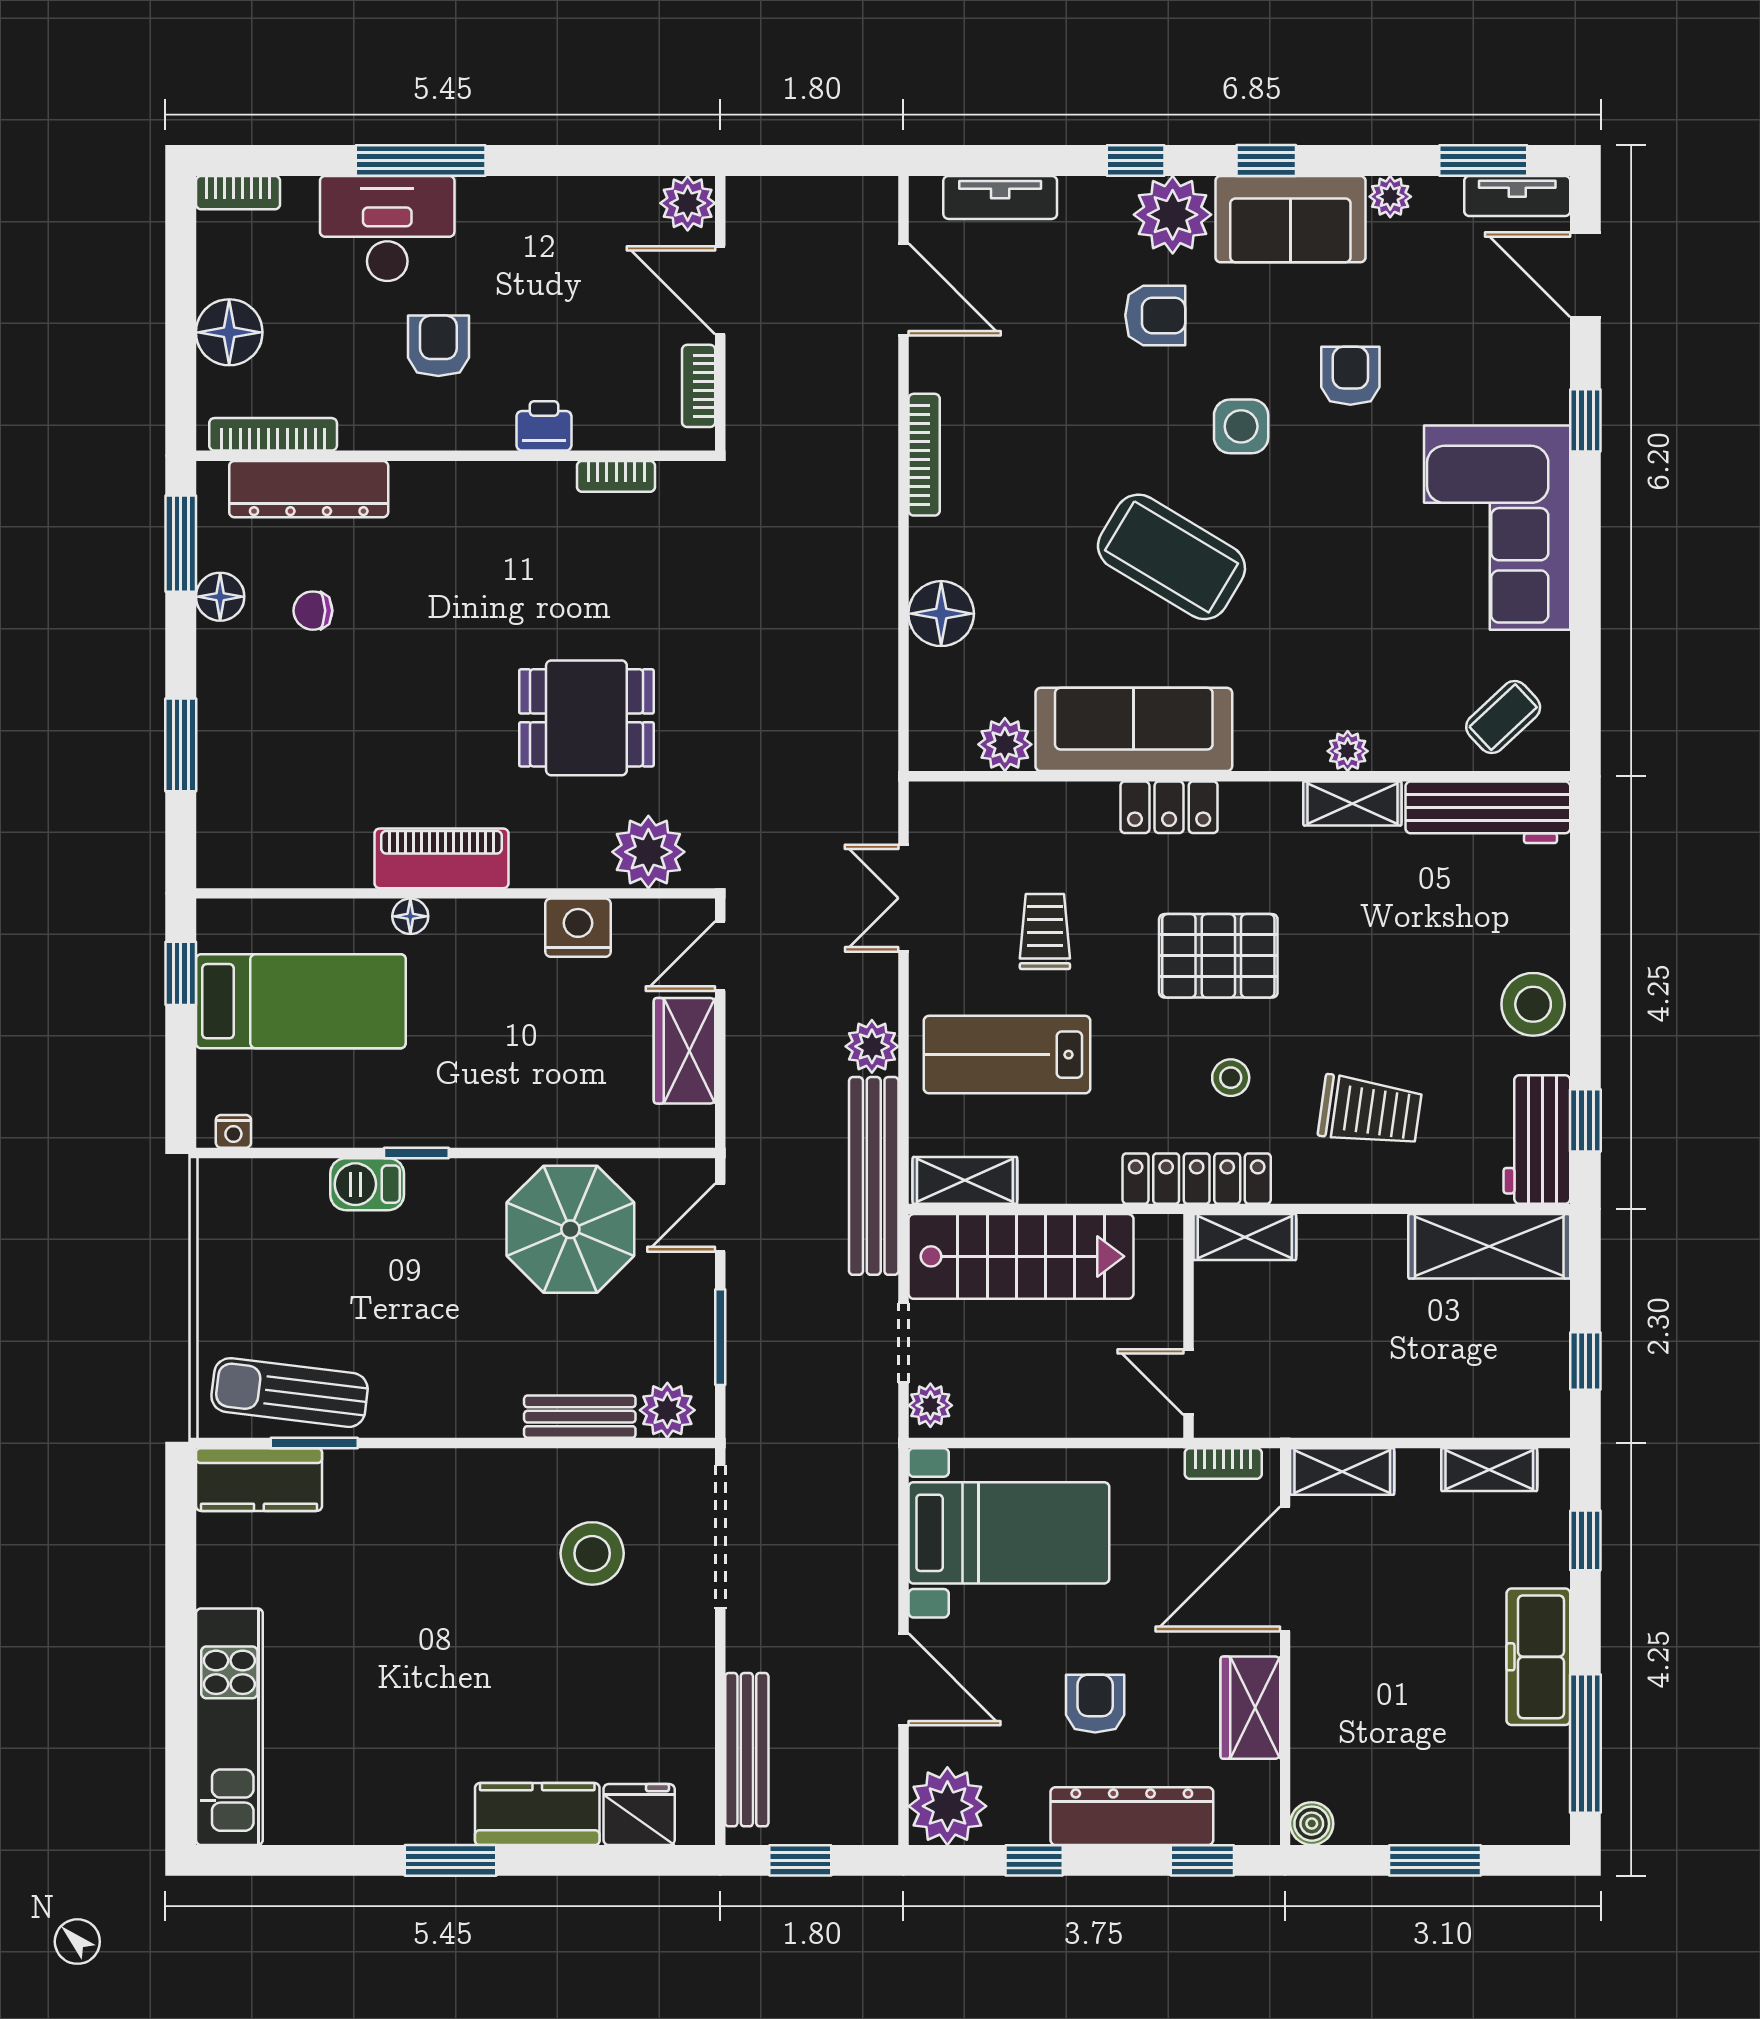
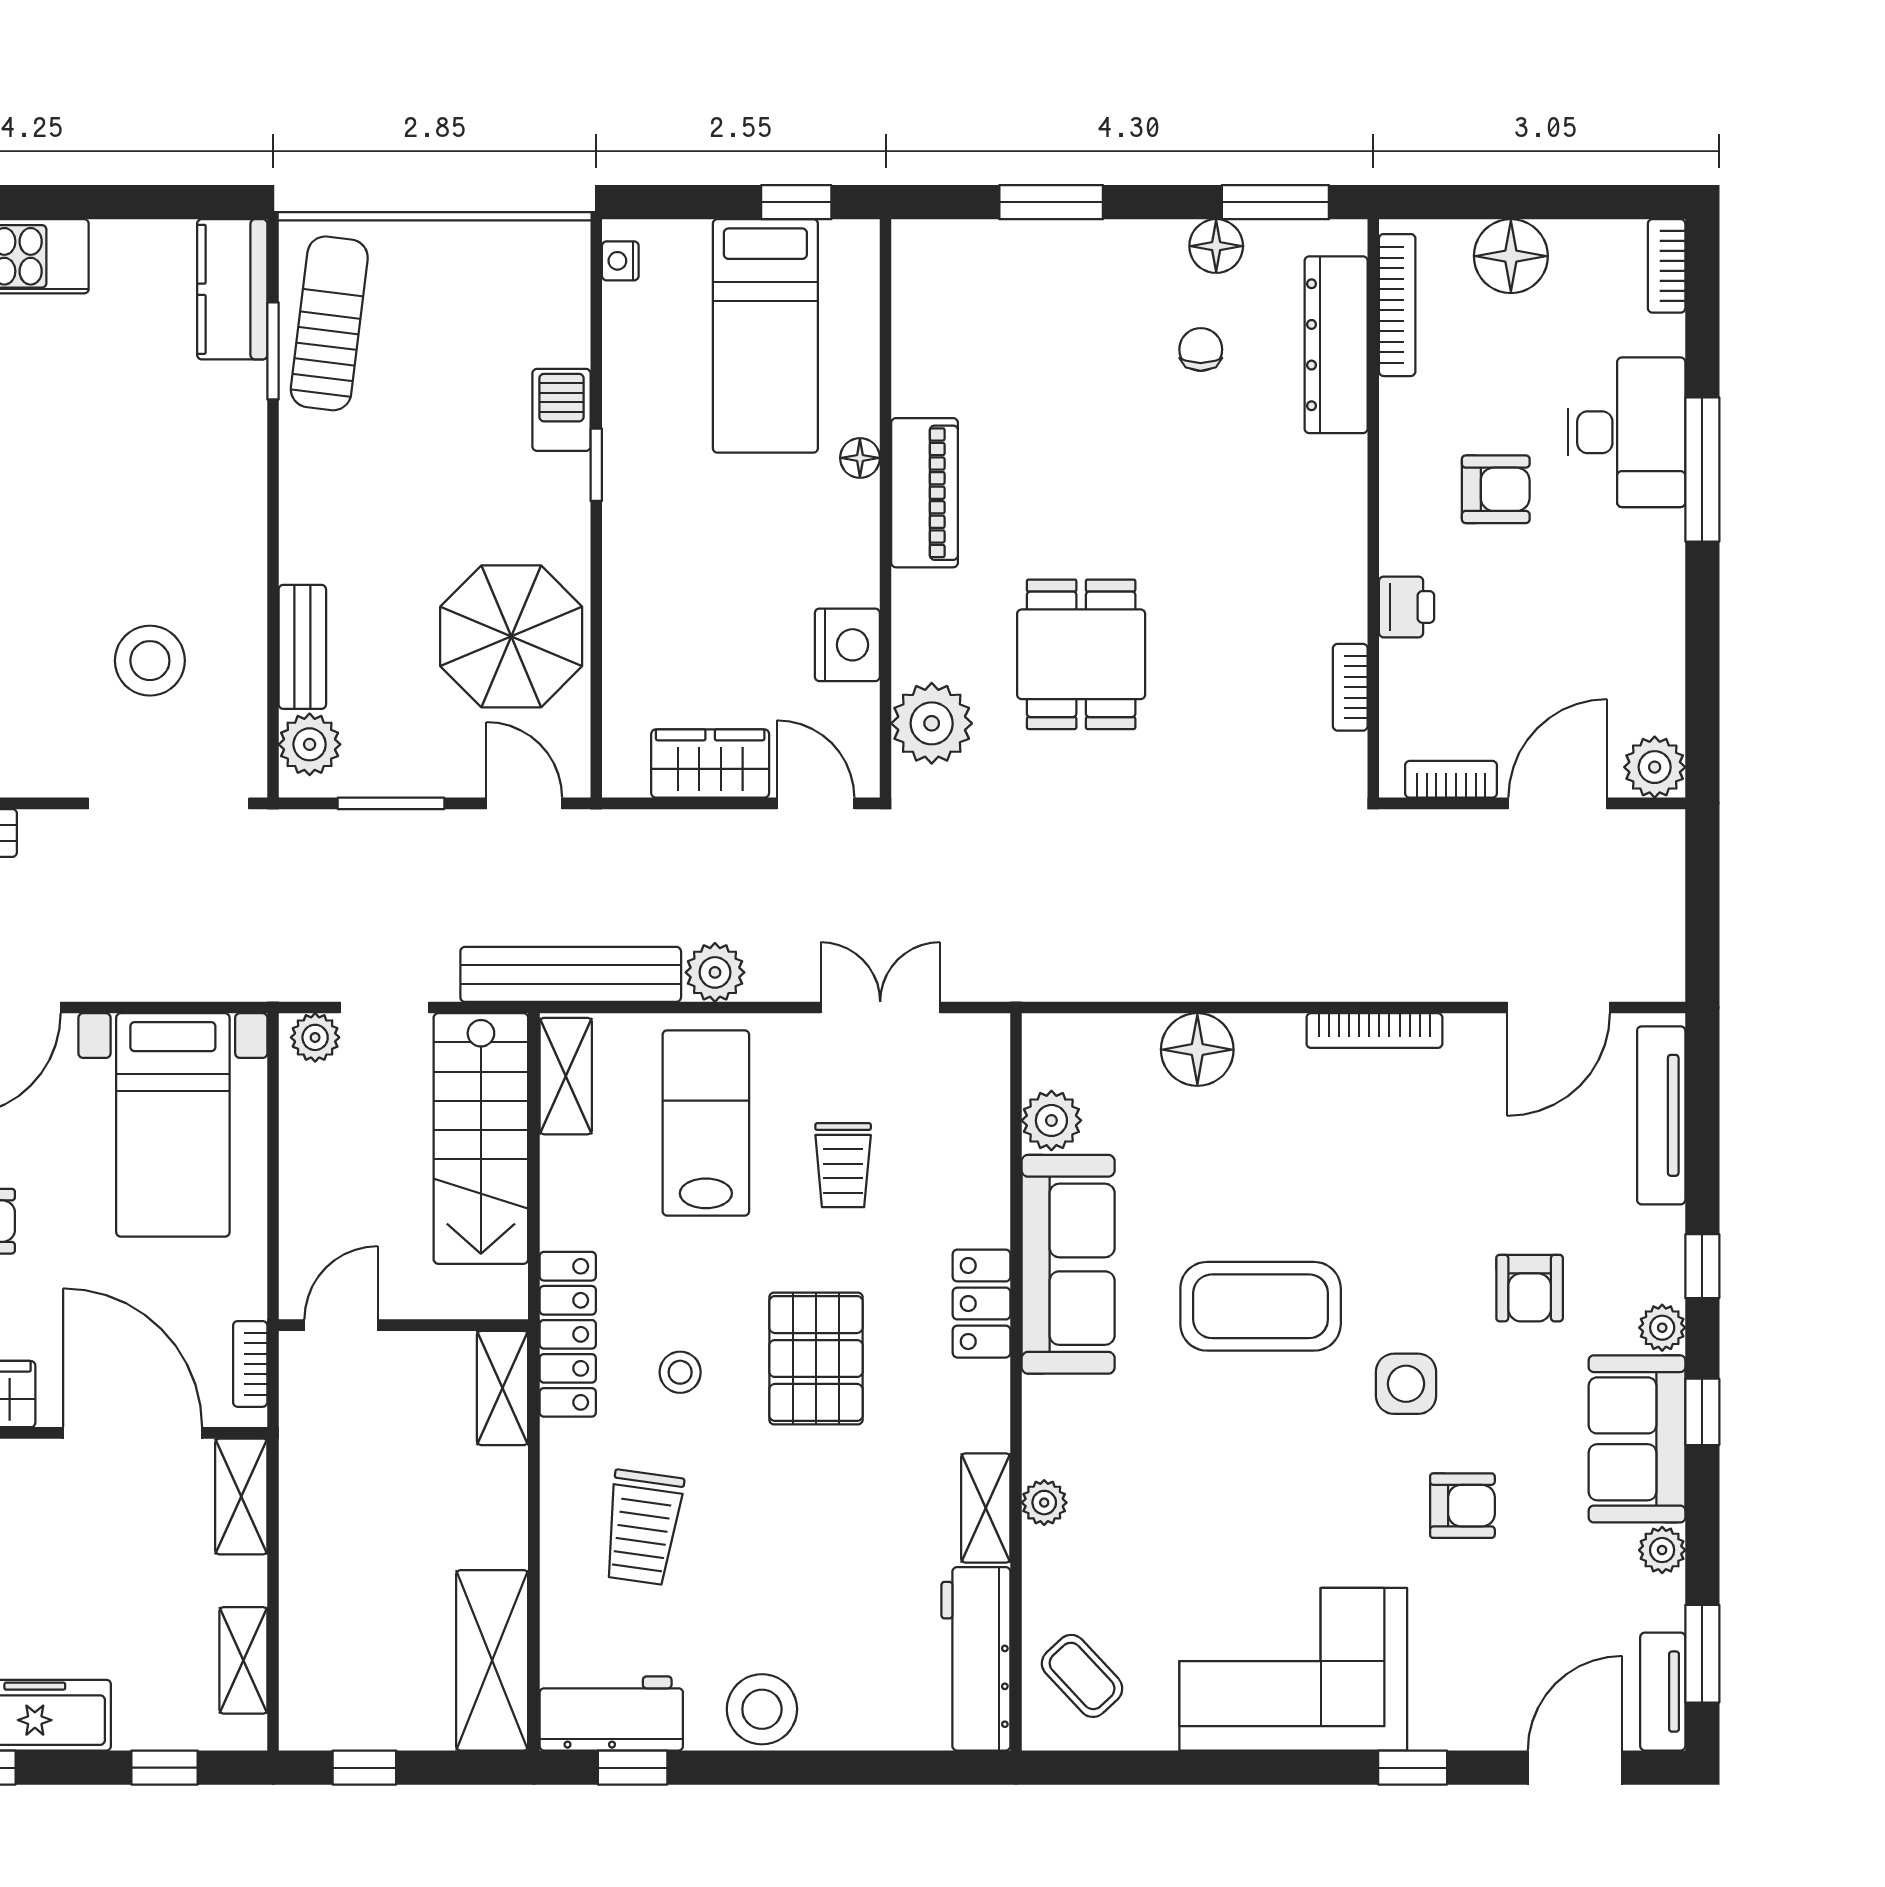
tv unit: (1000, 197) -> (1661, 1115), width x1.41
plant: (1173, 215) -> (1662, 1328), width x0.53, depth x0.53
coffee table: (1171, 557) -> (1261, 1306), turned 59
trolley: (1045, 931) -> (843, 1165), turned 90

